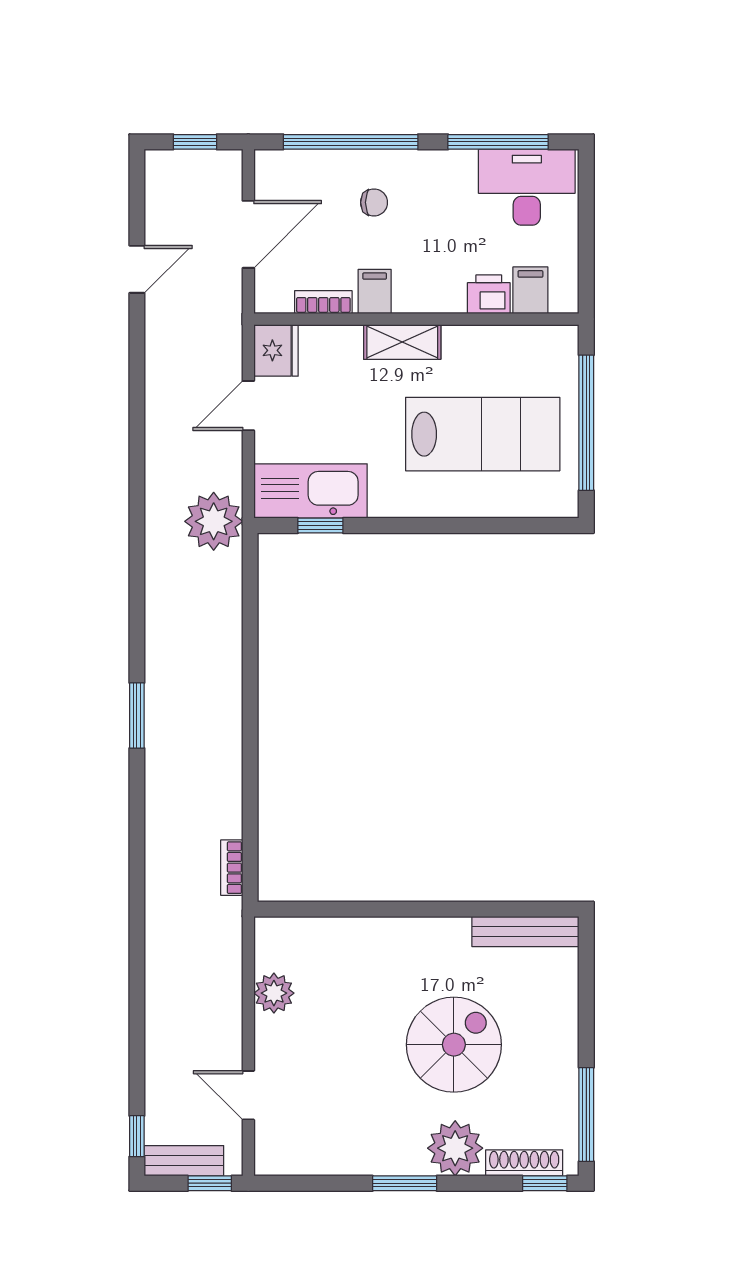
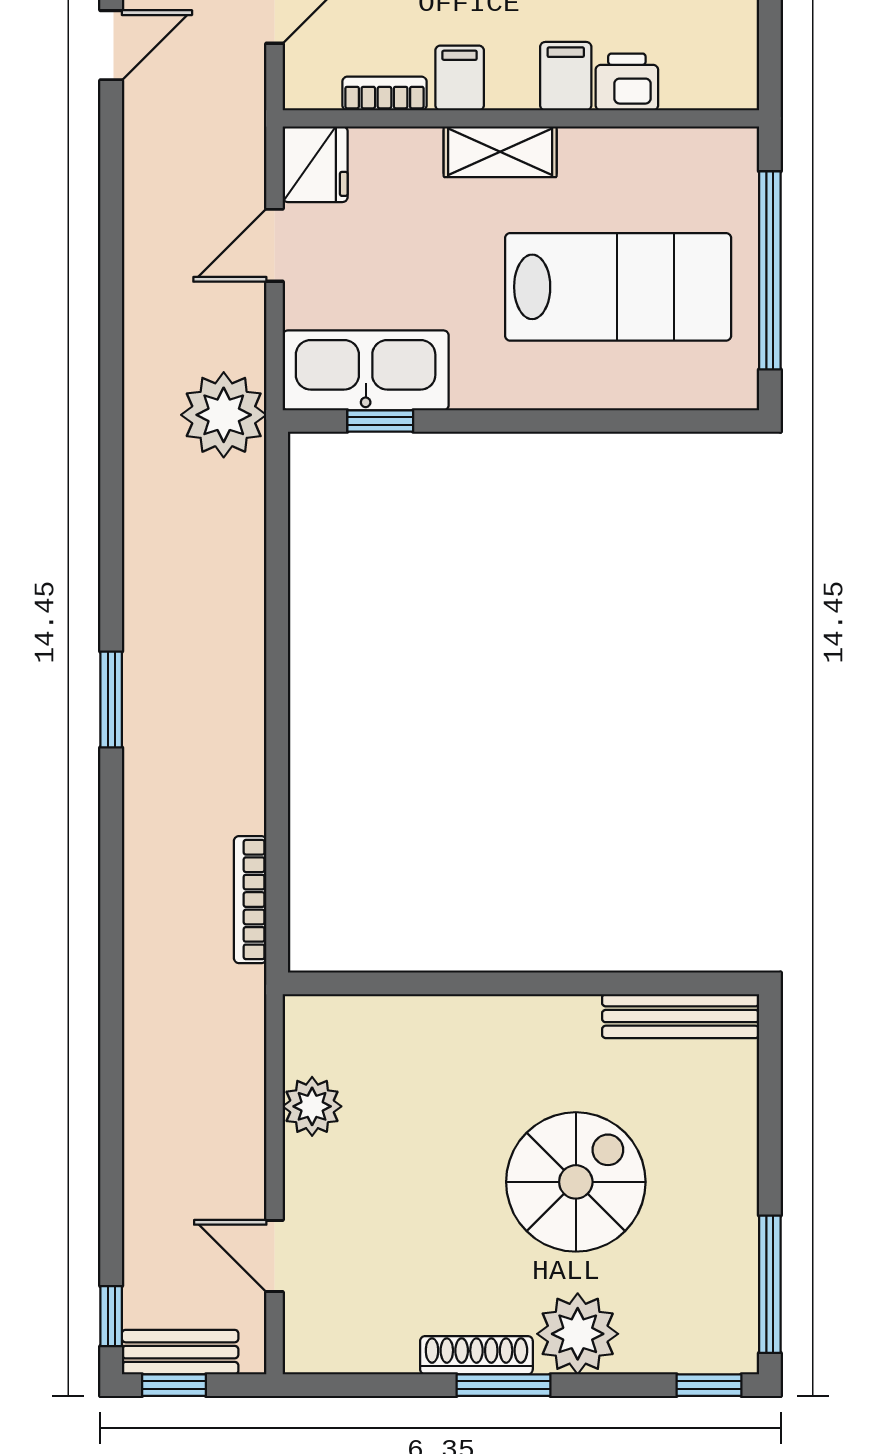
filing cabinet: (530, 290) -> (566, 76), moved
bookcase: (232, 868) -> (250, 900), width x1.56
shoe rack: (524, 1163) -> (476, 1355), moved
window: (210, 1183) -> (174, 1385), moved

